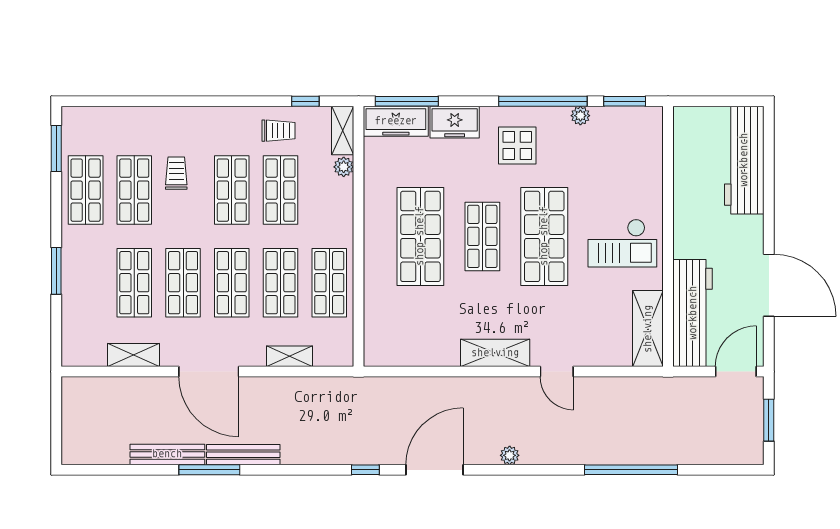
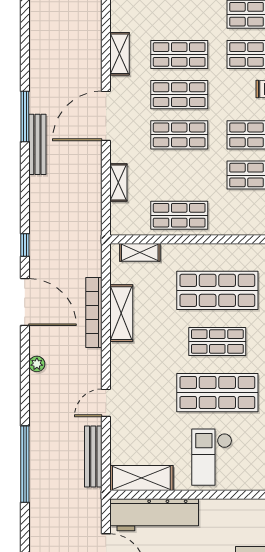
shop shelf: (281, 283) -> (179, 175), removed
shelving: (374, 330) -> (140, 252), added
shelving: (495, 353) -> (121, 313), moved
bookcase: (447, 386) -> (94, 313), added
bench: (167, 454) -> (93, 456), moved

